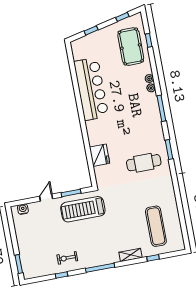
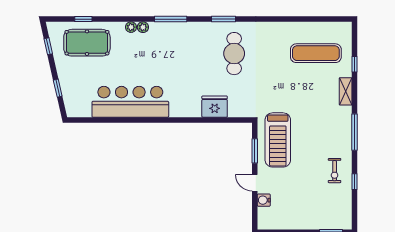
water cooler: (23, 209) -> (264, 200), moved

